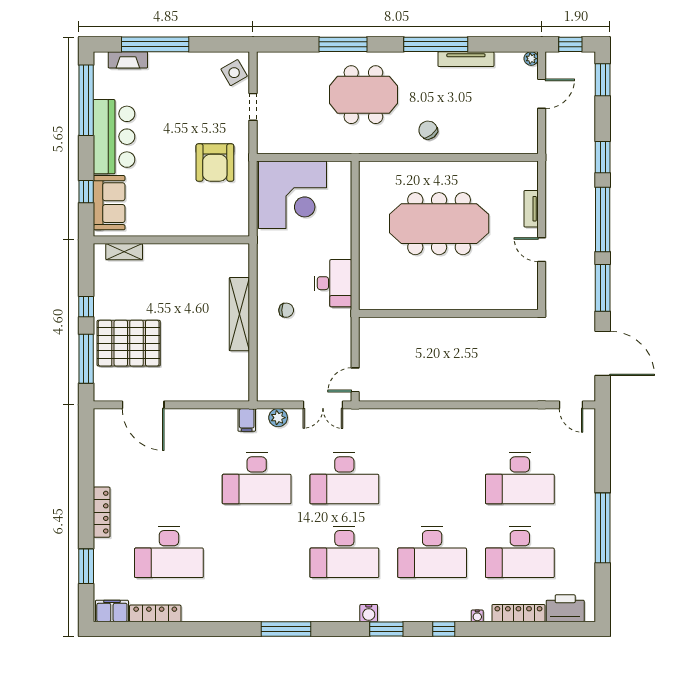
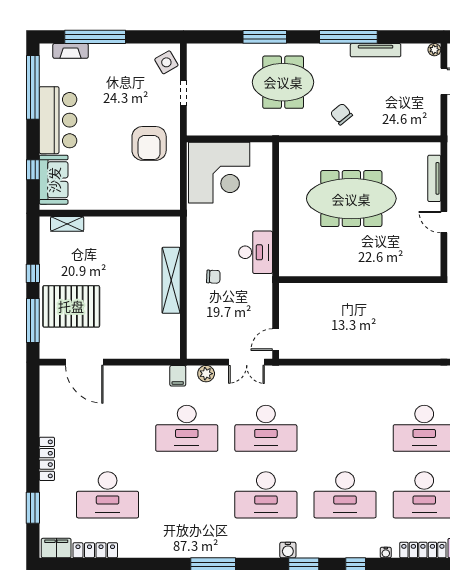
tv unit: (531, 209) -> (434, 178), width x1.41

